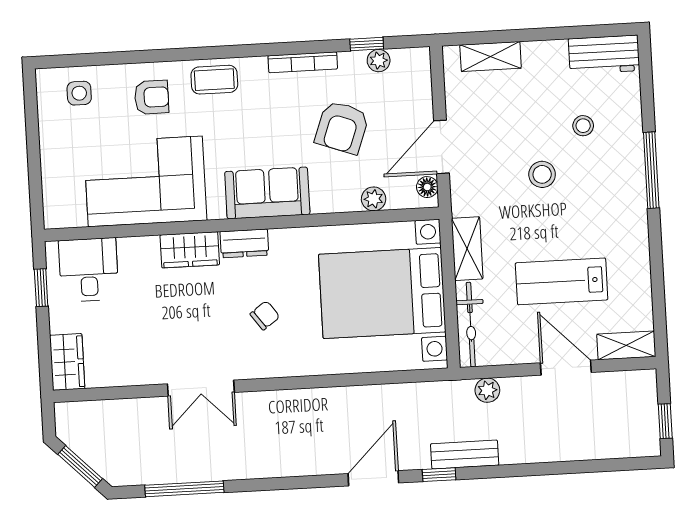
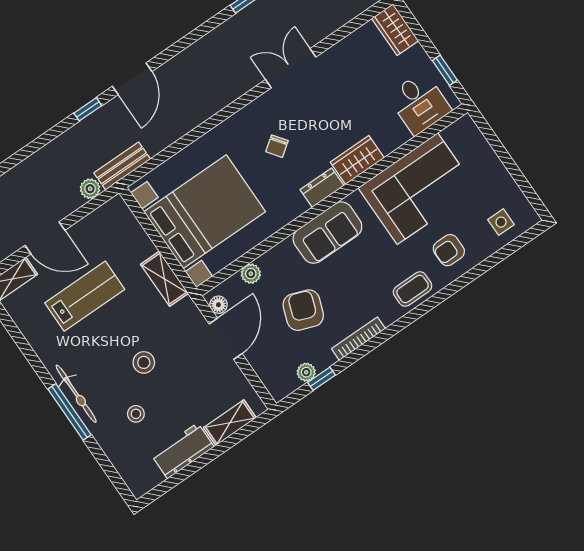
workbench: (604, 55) -> (183, 451), moved
bicycle: (471, 325) -> (76, 394), moved, turned 180
bench: (465, 454) -> (122, 166), moved

